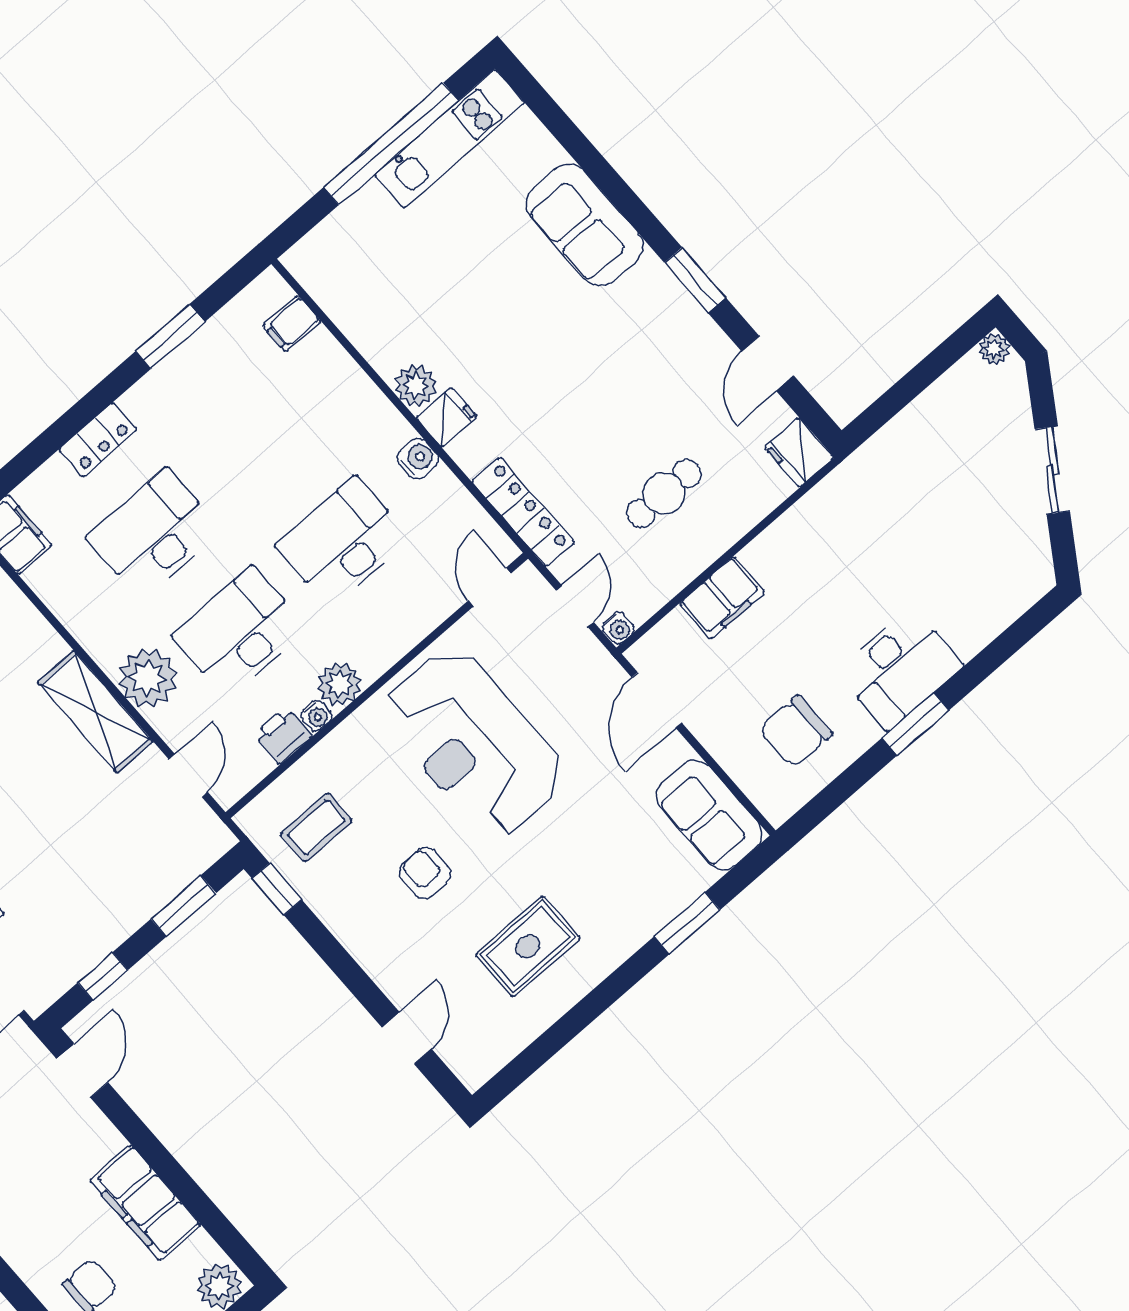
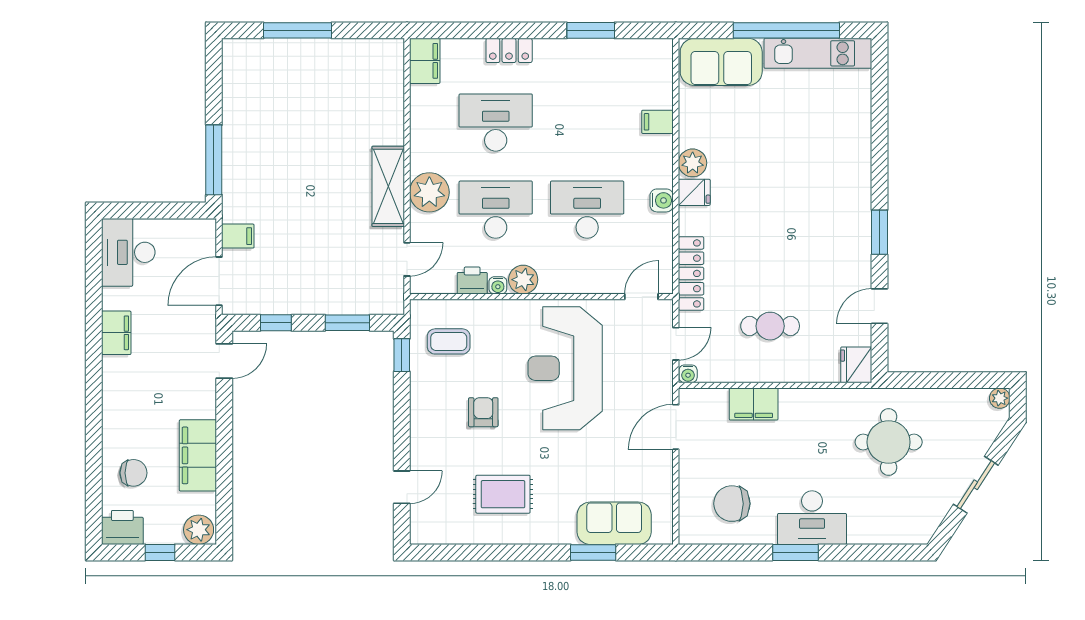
sofa: (584, 225) -> (721, 62), moved, turned -90
filing cabinet: (292, 324) -> (658, 122), moved
round table: (912, 508) -> (889, 442), added
sofa: (709, 815) -> (614, 523), moved, turned 90

